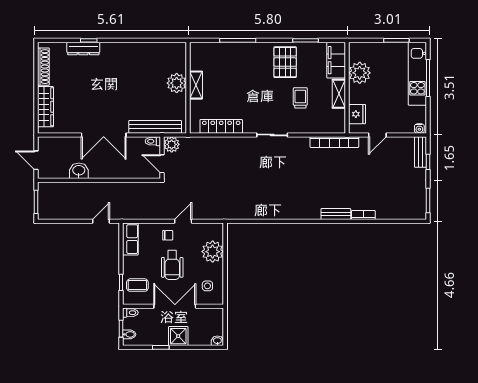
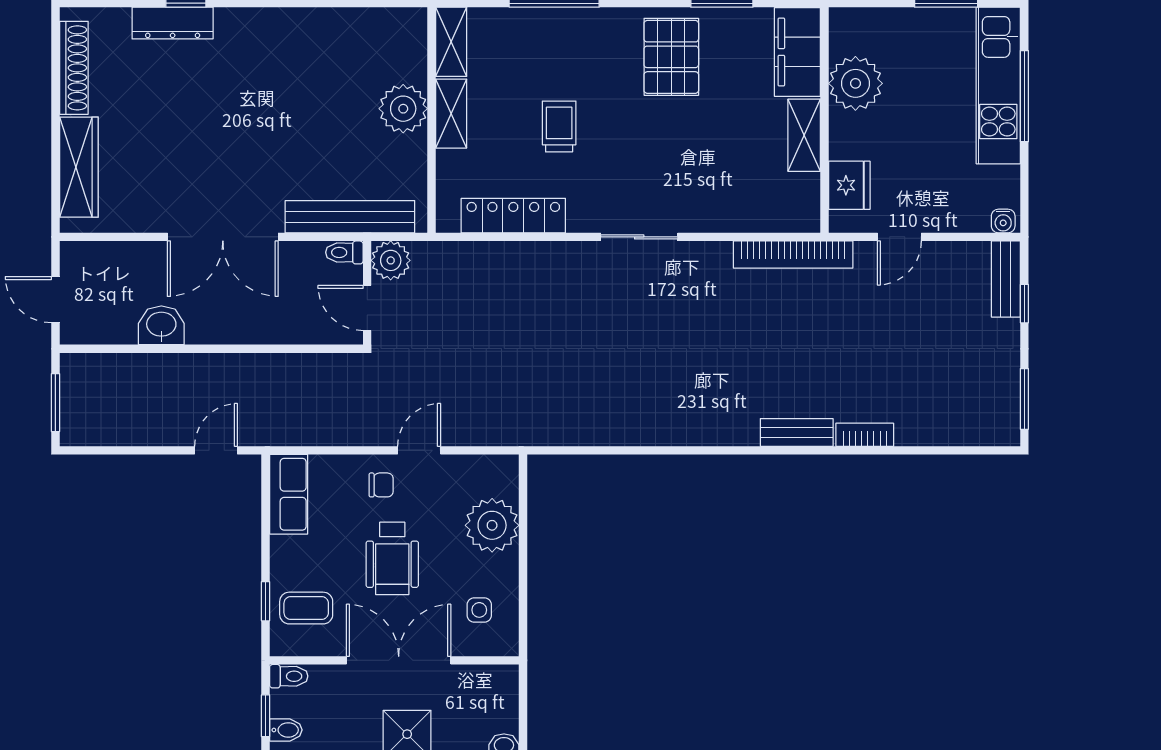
shelving: (196, 56) -> (451, 42), added
trolley: (300, 98) -> (559, 126), moved

